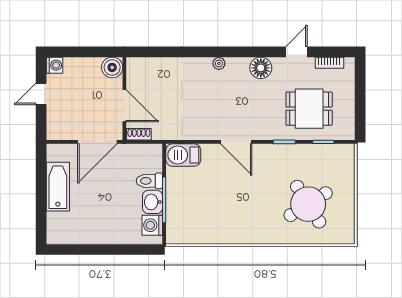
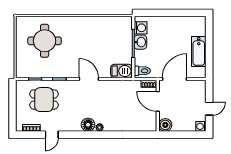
floor lamp: (261, 68) -> (88, 125), moved
toilet: (149, 181) -> (142, 71), moved
round table: (308, 204) -> (45, 41), turned 32

